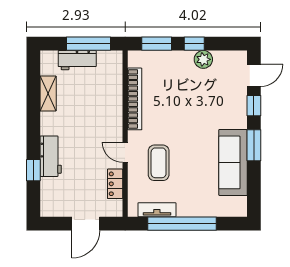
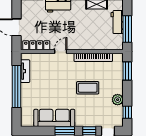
window: (194, 44) -> (127, 112), moved
coffee table: (159, 163) -> (88, 88), moved
locker: (115, 184) -> (36, 45), width x1.53

